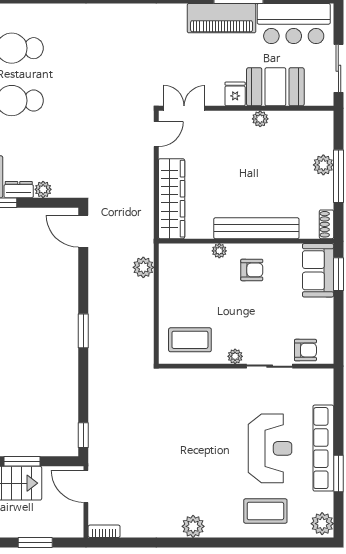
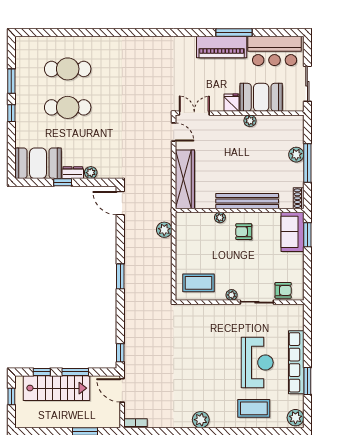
door: (156, 134) -> (174, 132), hinge flipped
armchair: (252, 270) -> (244, 232), turned 180

